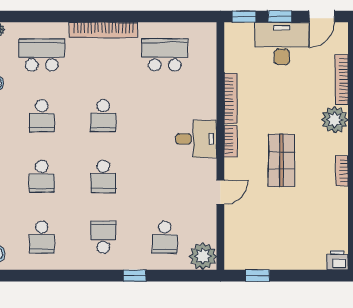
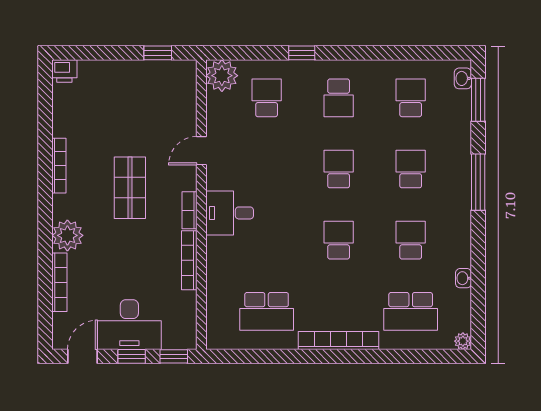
bookcase: (342, 171) -> (59, 166), width x1.56

